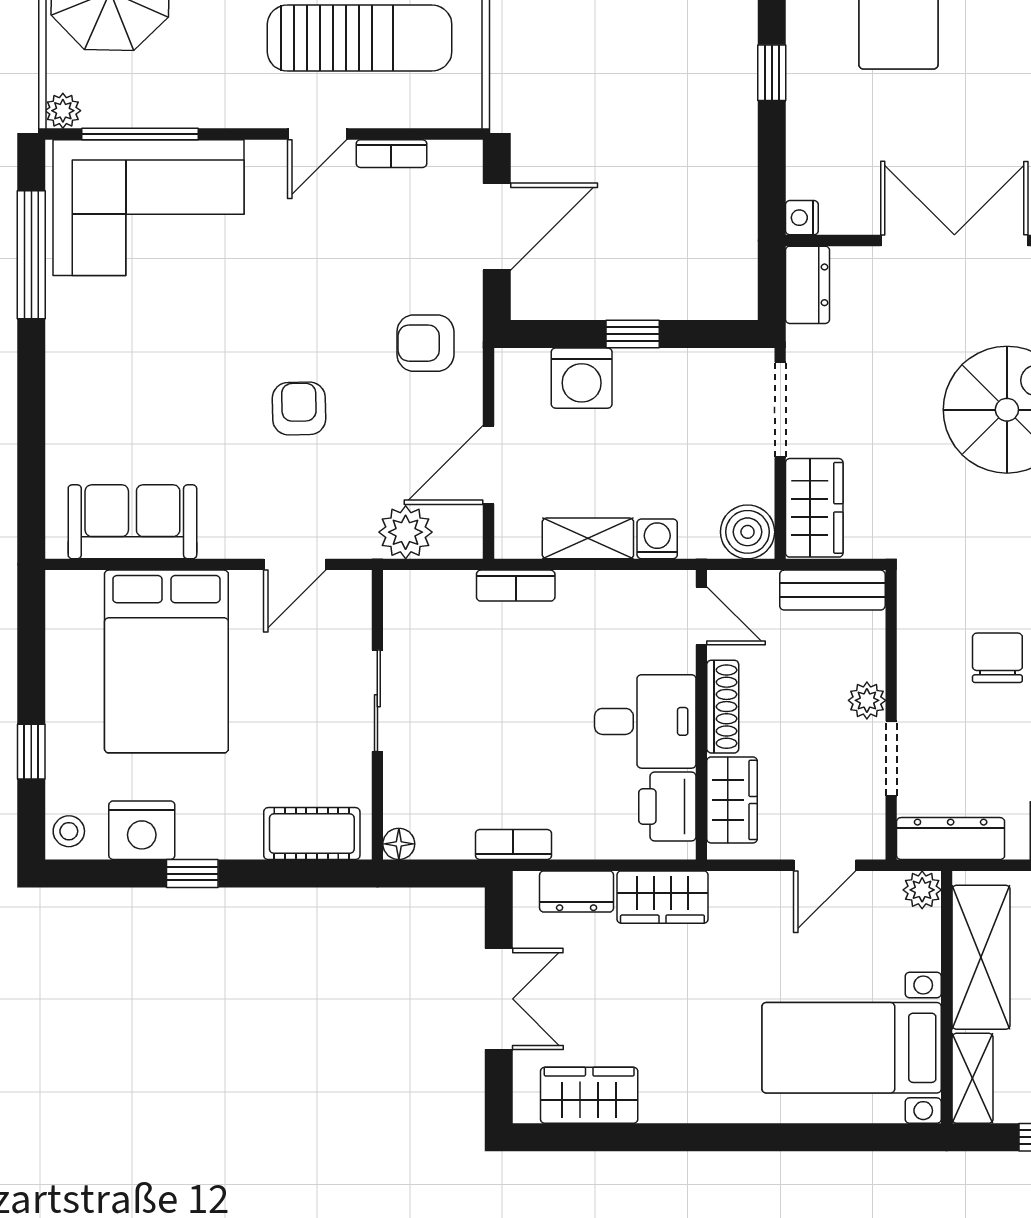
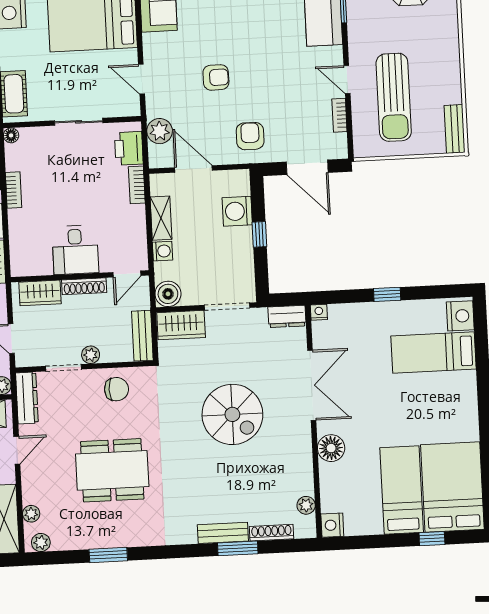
chair: (997, 658) -> (116, 389), moved
printer: (667, 807) -> (129, 148), moved, turned -90

